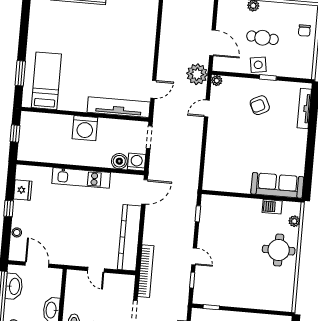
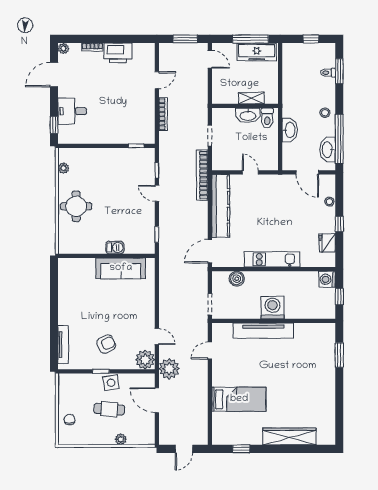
bed: (46, 81) -> (239, 399), moved, turned -90
plant: (217, 81) -> (145, 360), width x1.87, depth x1.87
tv unit: (119, 107) -> (263, 331), moved
door: (207, 108) -> (157, 337), hinge flipped
washing machine: (137, 162) -> (327, 279), moved, turned 90
sofa: (277, 185) -> (121, 268), moved
barbecue: (272, 207) -> (115, 247), moved
plant: (294, 221) -> (63, 168), moved

